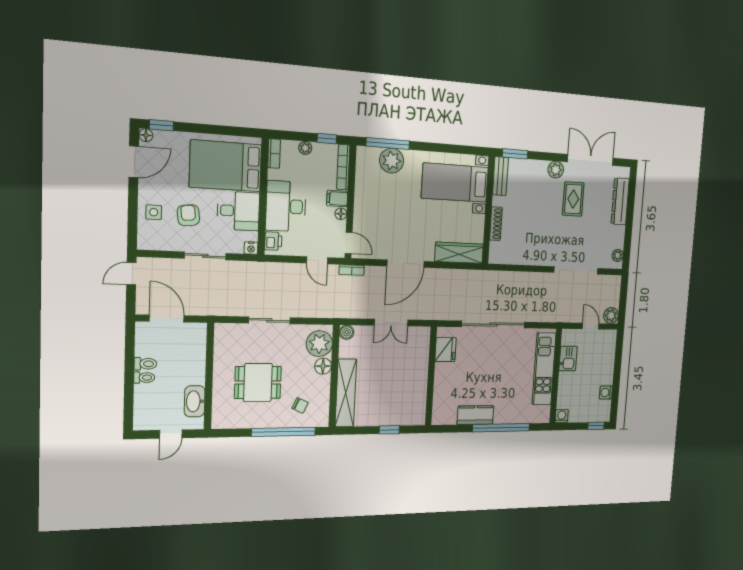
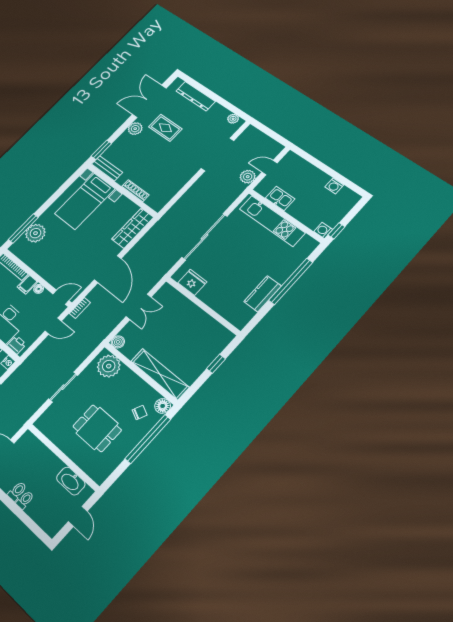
plant: (611, 315) -> (248, 177), moved
floor lamp: (323, 366) -> (163, 406), moved
dining table: (258, 382) -> (97, 428), turned 90
window: (596, 426) -> (336, 231), moved

